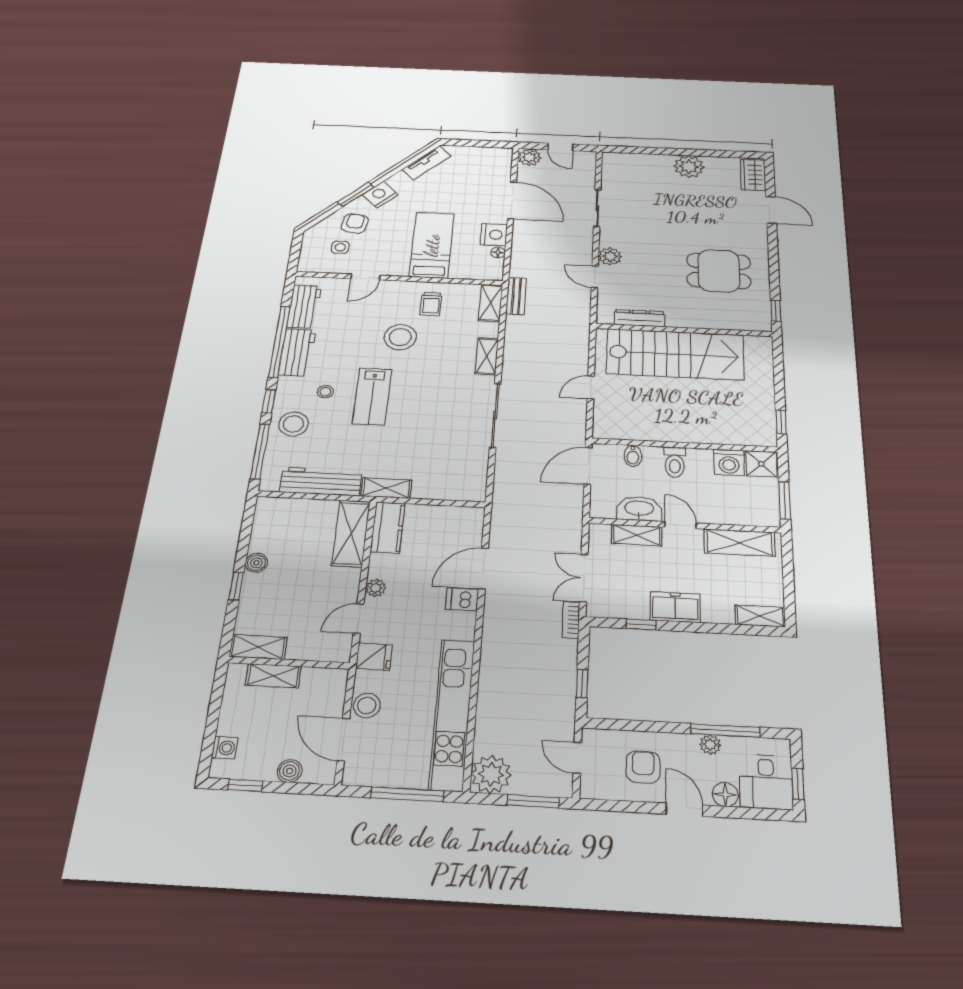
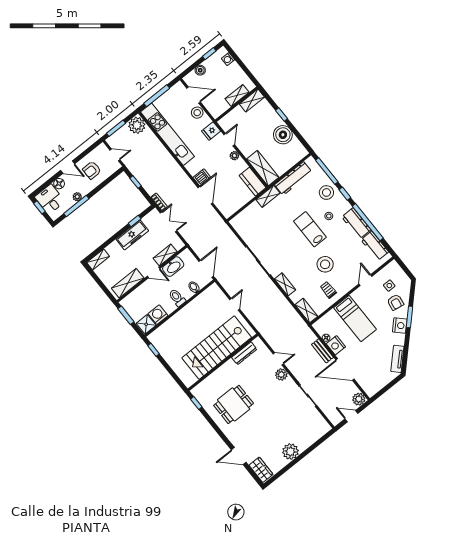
bench: (516, 296) -> (322, 351), moved
boiler: (256, 563) -> (283, 135), width x1.86, depth x1.86
freezer: (675, 607) -> (132, 235), width x1.40
armchair: (643, 767) -> (92, 170), turned 90

